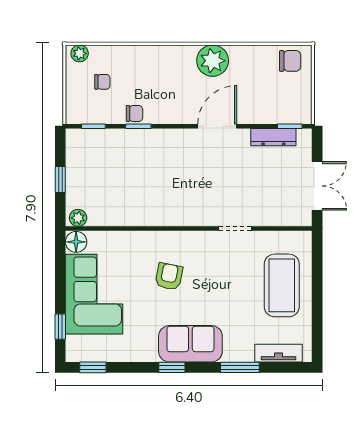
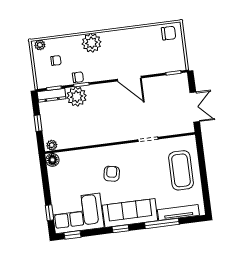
plant: (213, 61) -> (92, 43), moved
door: (217, 126) -> (129, 79), swing flipped
dresser: (273, 137) -> (52, 95), moved
plant: (128, 145) -> (77, 97), added
corner sofa: (94, 294) -> (78, 213), moved, turned -90
sofa: (190, 344) -> (130, 213), width x1.36
tv unit: (278, 353) -> (178, 213), width x1.41
window: (240, 367) -> (162, 223), width x1.44

